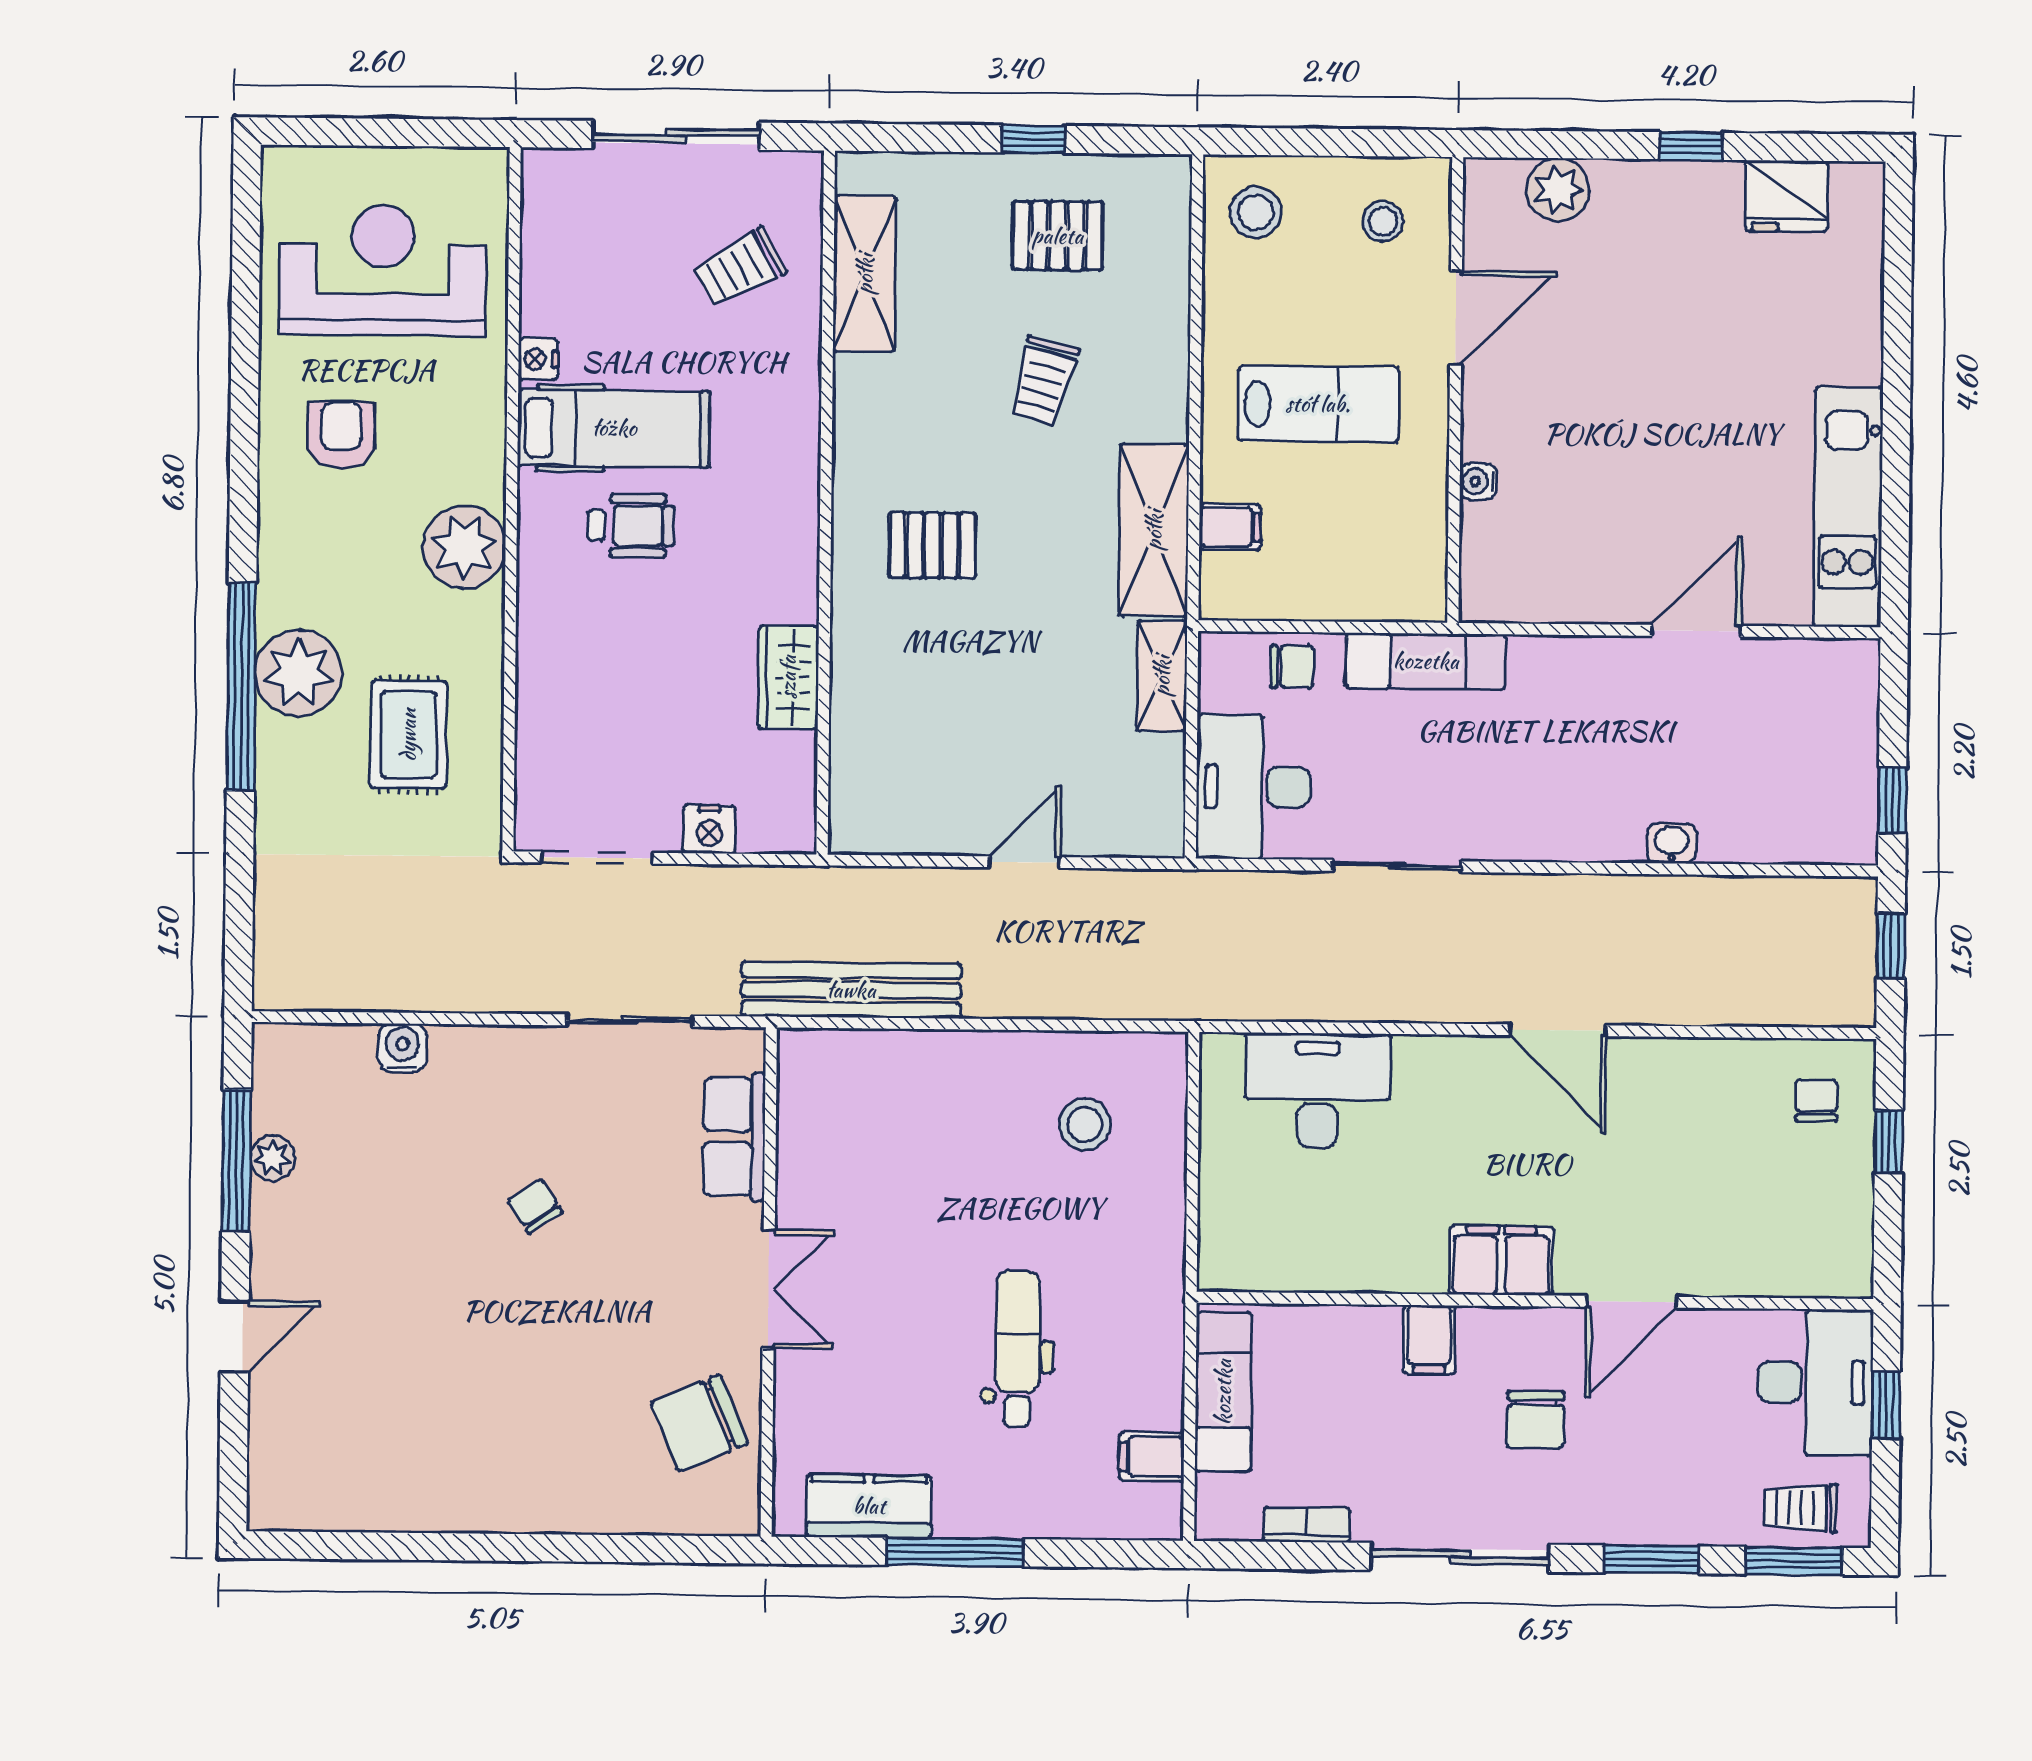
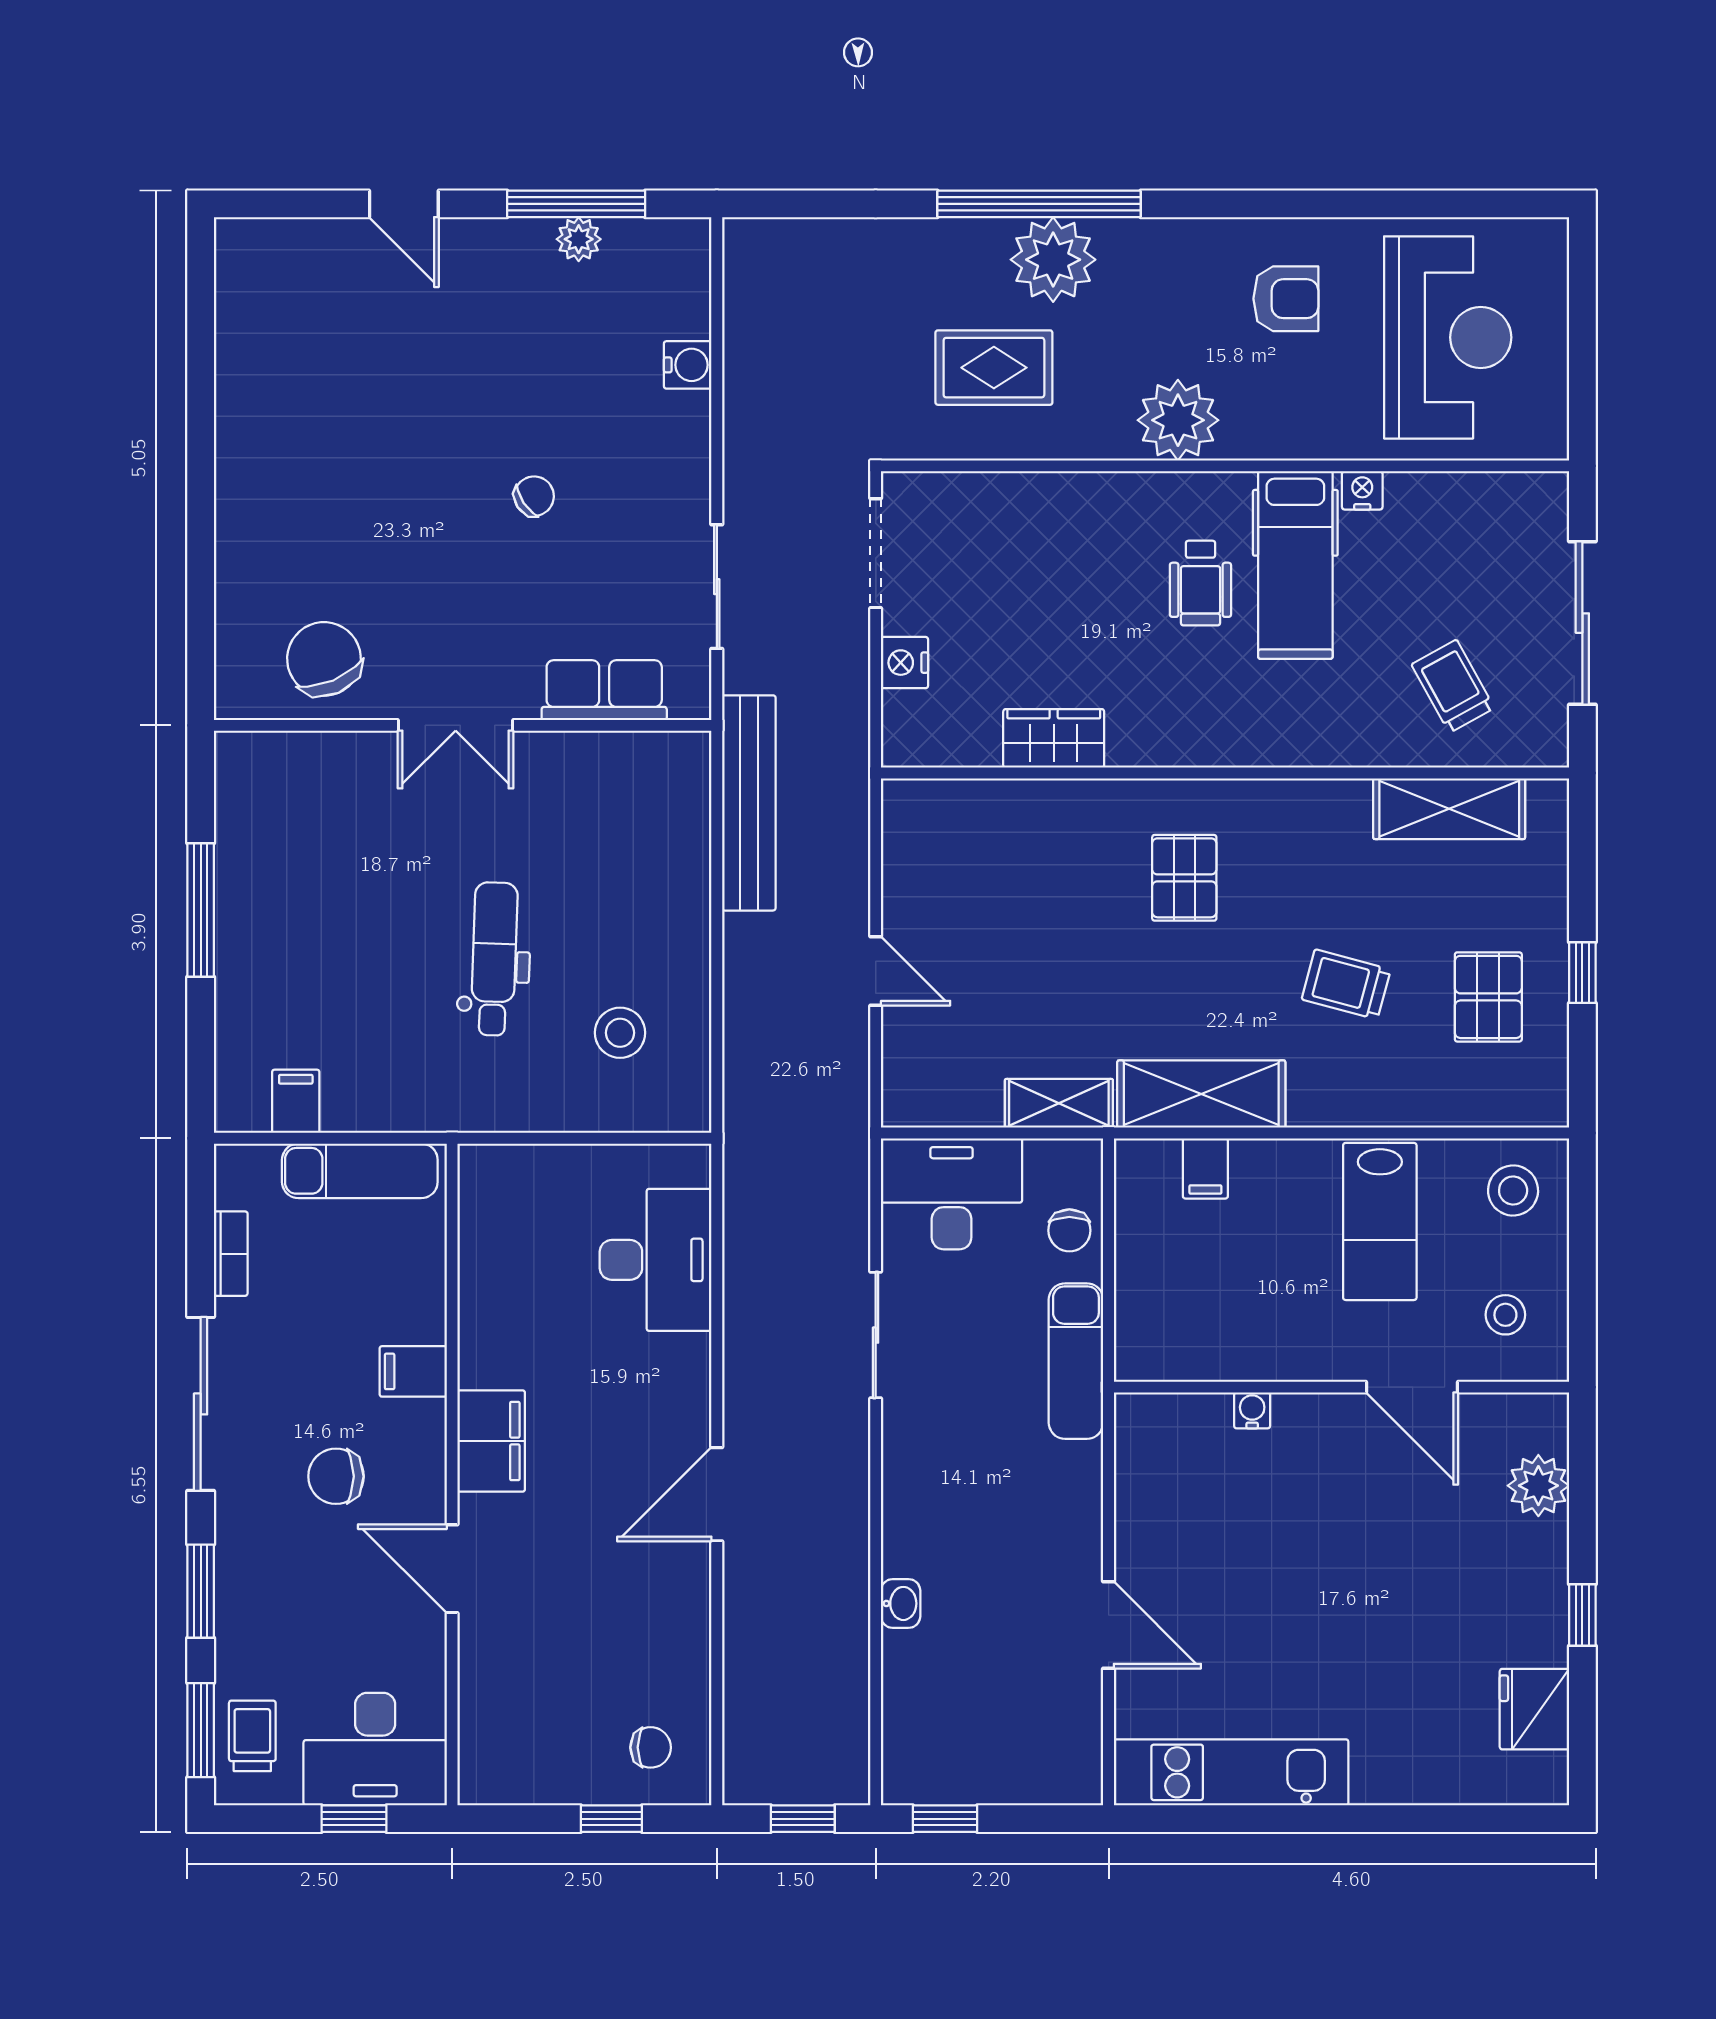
lab bench: (1318, 404) -> (1380, 1221), moved
dental chair: (1018, 1349) -> (494, 959), moved, turned -88
kitchen counter: (869, 1506) -> (244, 826), removed

